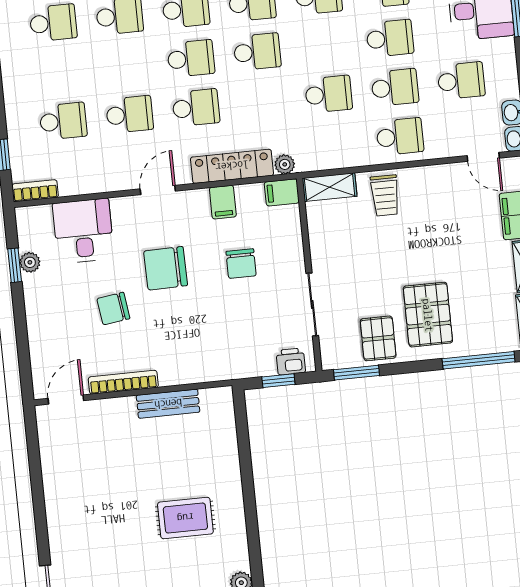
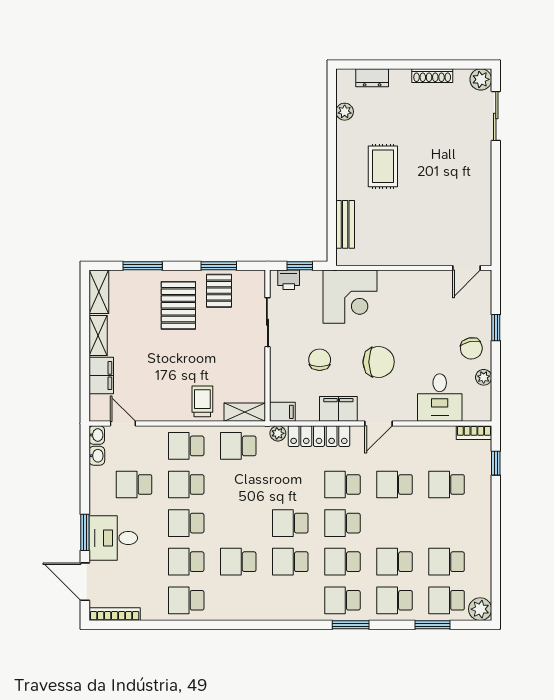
school desk: (329, 94) -> (238, 446), moved
filing cabinet: (223, 202) -> (338, 409), width x2.00
window: (15, 265) -> (496, 328), moved
chair: (113, 309) -> (471, 348), moved, turned 86
corner desk: (211, 348) -> (350, 297), added
window: (479, 360) -> (143, 266), width x0.69
window: (357, 373) -> (219, 266), moved
bookcase: (123, 382) -> (421, 277), removed
bench: (168, 404) -> (345, 224), moved, turned 90
rug: (185, 518) -> (383, 166), turned 90

